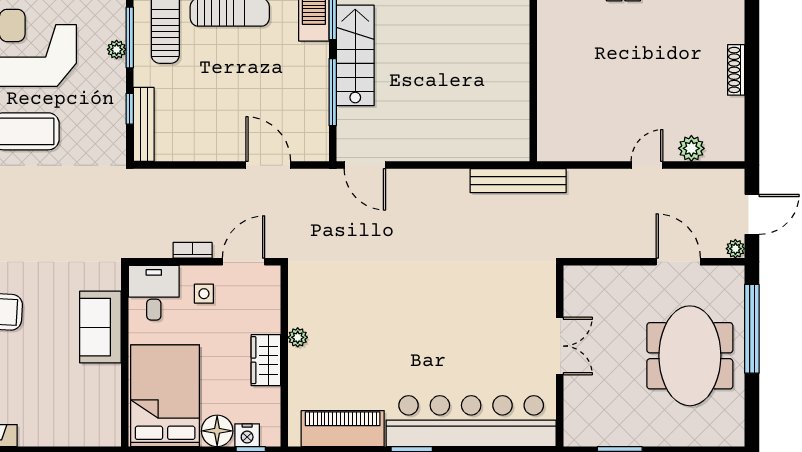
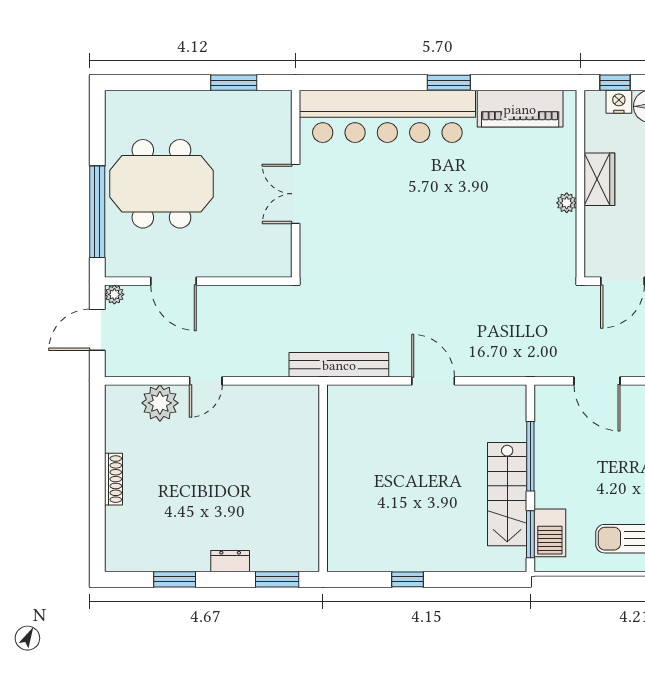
plant: (691, 148) -> (160, 403), width x1.36, depth x1.36
door: (365, 165) -> (433, 381), moved
meeting table: (690, 356) -> (161, 184), turned 90

